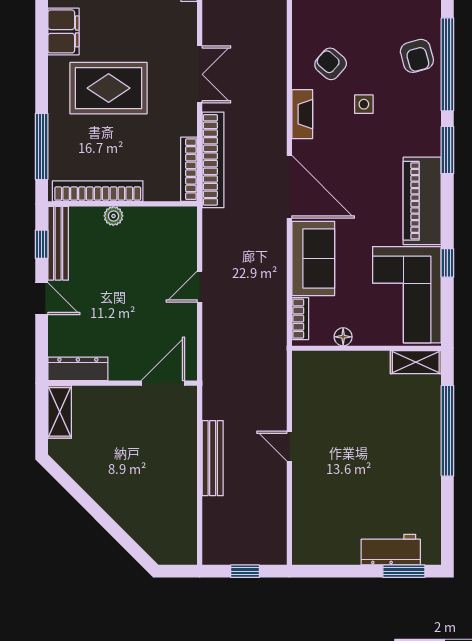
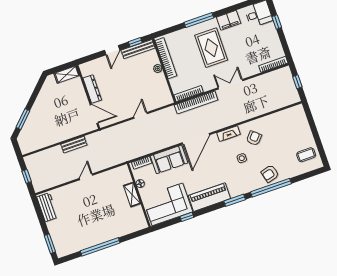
double door: (200, 74) -> (230, 84), swing flipped
window: (42, 146) -> (199, 20), moved
door: (200, 287) -> (140, 115), hinge flipped
shelving: (416, 362) -> (132, 195), moved
dresser: (78, 369) -> (92, 89), moved
window: (447, 431) -> (100, 247), moved
bench: (213, 458) -> (74, 145), width x0.73
window: (122, 537) -> (23, 119), added
workbench: (391, 550) -> (47, 207), moved

